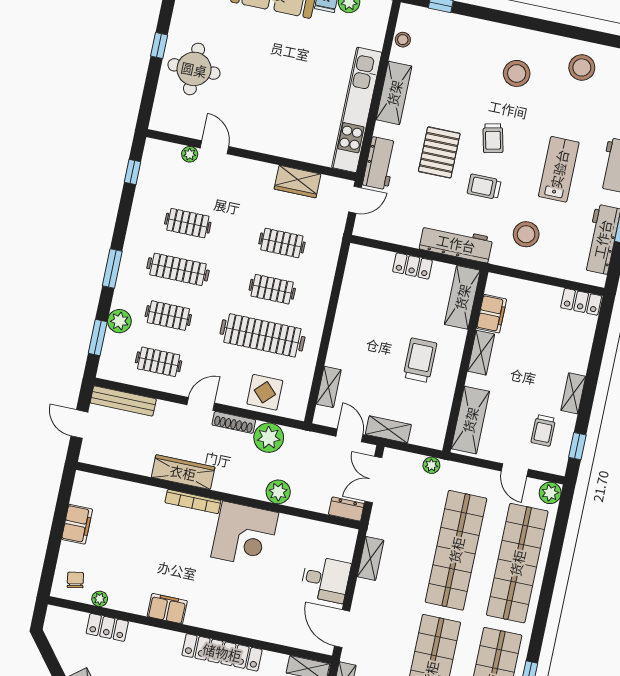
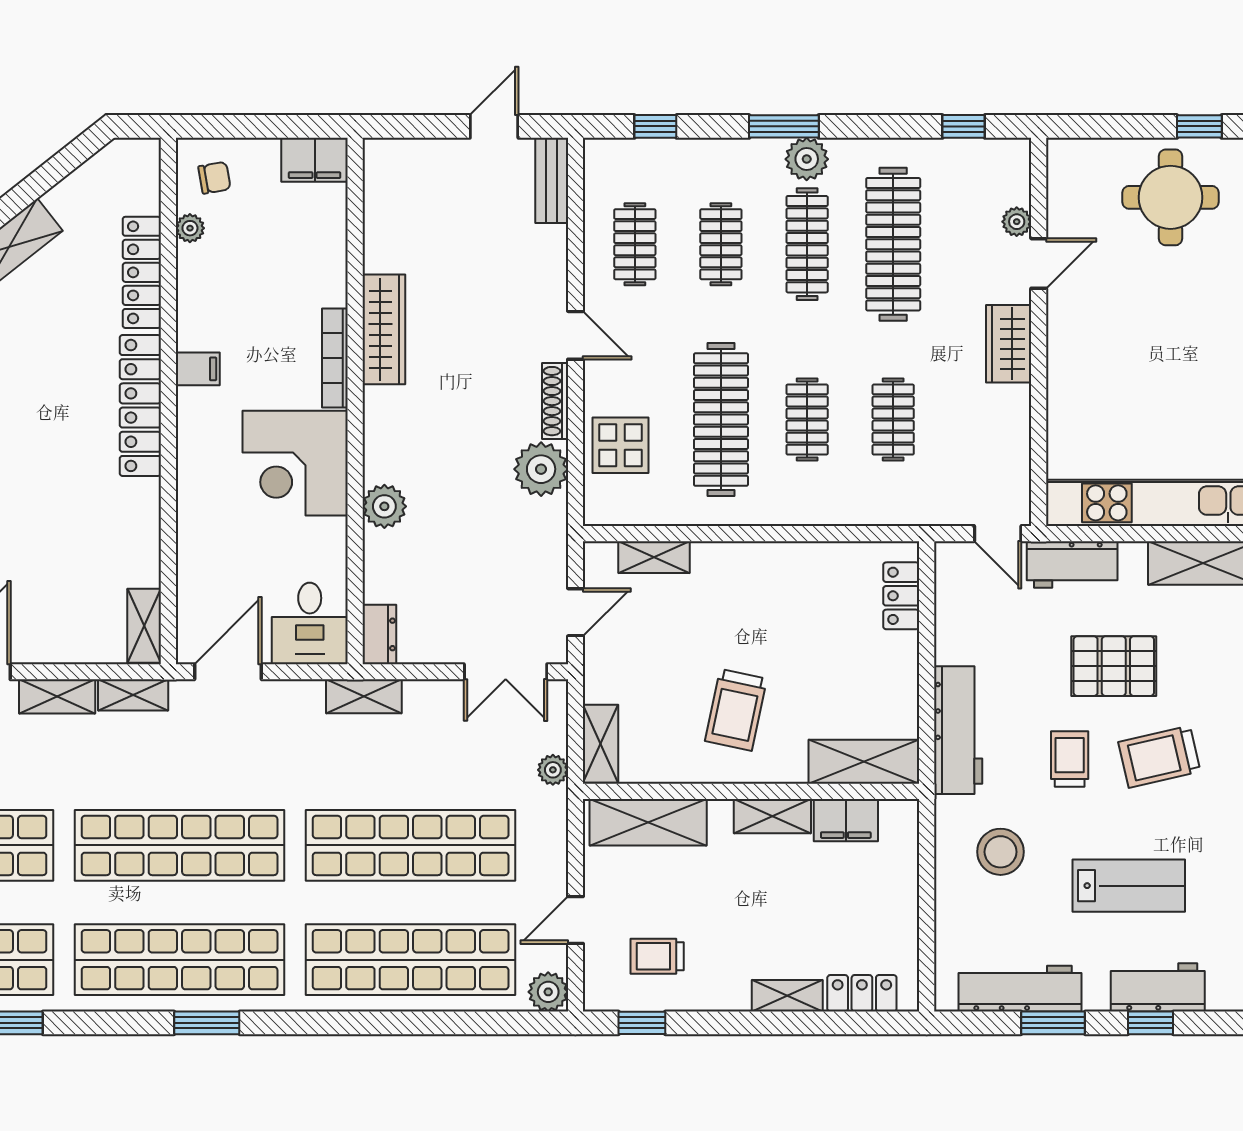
trolley: (493, 138) -> (1159, 757), width x1.36, depth x1.39
wardrobe: (298, 182) -> (1009, 344), moved
clothes rail: (188, 223) -> (893, 244), width x1.86, depth x1.31
locker: (413, 266) -> (901, 596), moved
locker: (581, 302) -> (862, 993), moved, turned 90
plant: (119, 321) -> (807, 159), moved
window: (98, 337) -> (655, 126), width x0.67
trolley: (420, 360) -> (736, 710), turned 102
shelving: (573, 393) -> (787, 996), moved
bench: (123, 401) -> (552, 180), width x0.73
shelving: (388, 429) -> (601, 744), moved
wardrobe: (183, 472) -> (384, 329), moved
double door: (373, 480) -> (506, 672), swing flipped
plant: (278, 492) -> (384, 506), moved
wall: (218, 496) -> (355, 401), moved
bookcase: (193, 502) -> (335, 358), moved
dresser: (346, 509) -> (379, 634), moved
corner desk: (245, 535) -> (295, 463), moved
filing cabinet: (167, 609) -> (198, 369), width x0.50
locker: (107, 627) -> (142, 272), width x1.53
locker: (222, 652) -> (140, 405), moved

